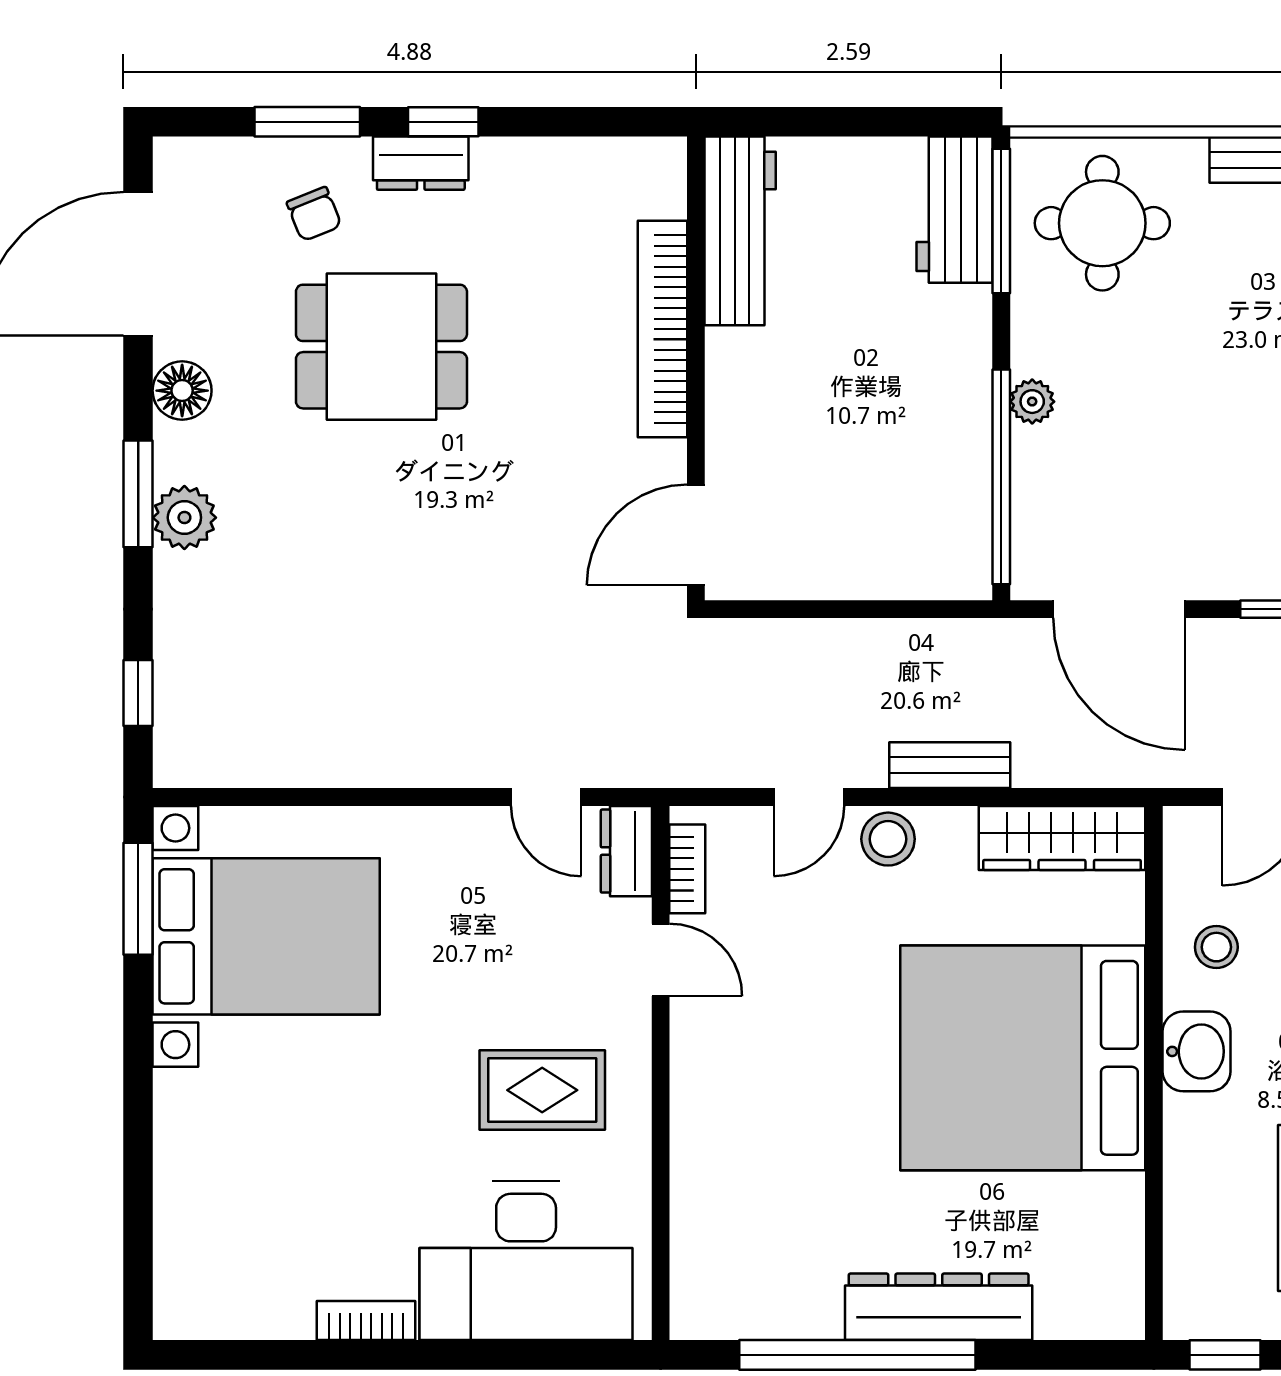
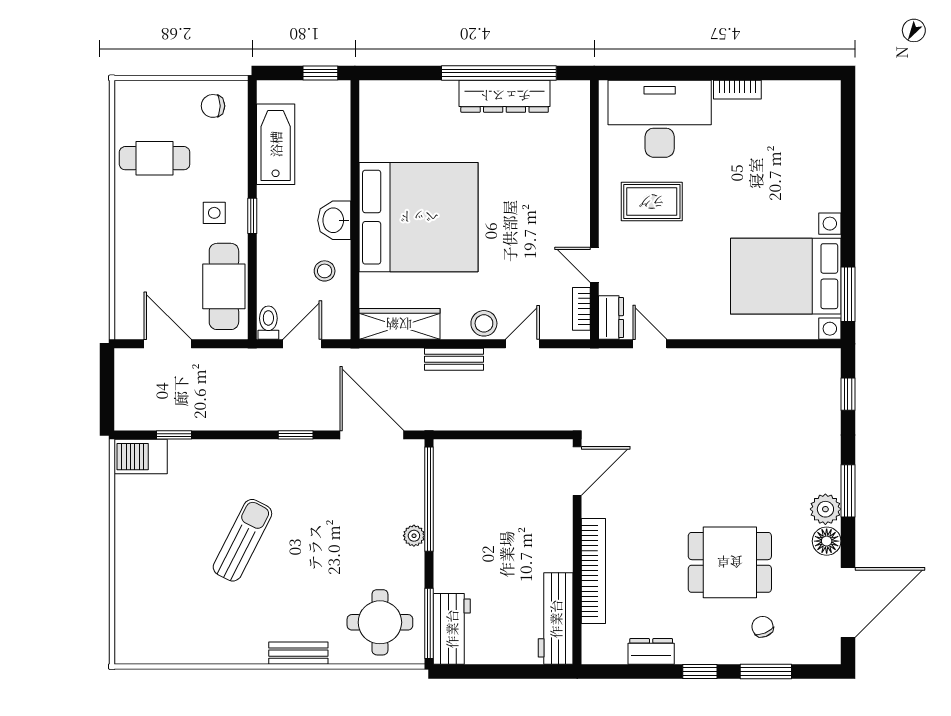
dresser: (421, 163) -> (651, 651), moved
plant: (184, 518) -> (825, 509), moved
dresser: (939, 1307) -> (505, 96), moved

